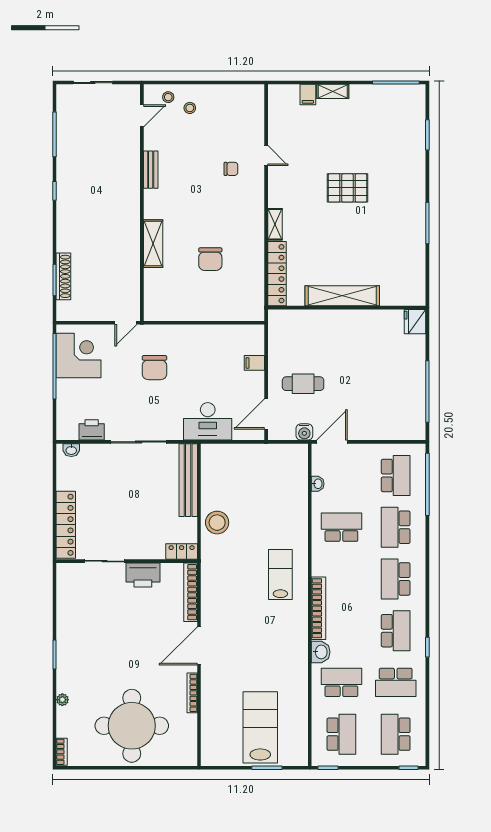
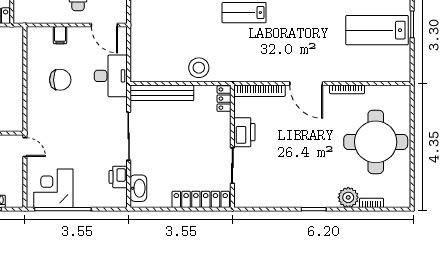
chair: (154, 368) -> (60, 80), moved
washbasin: (71, 450) -> (138, 188), width x1.91, depth x1.45
plant: (62, 700) -> (348, 197), width x1.88, depth x1.88
bookcase: (62, 752) -> (372, 203), moved

